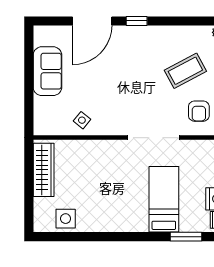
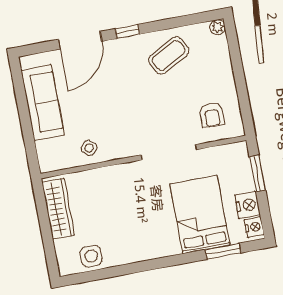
sofa: (47, 71) -> (43, 103), width x1.36
coffee table: (185, 71) -> (169, 55), moved
bed: (164, 199) -> (200, 215), width x1.50

